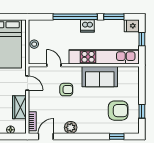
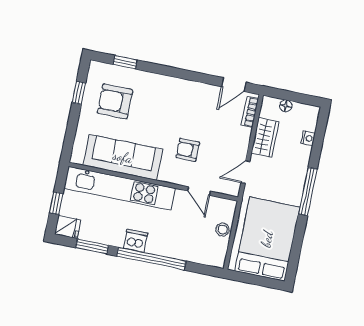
sofa: (100, 77) -> (123, 157), width x1.36
door: (27, 83) -> (245, 172), hinge flipped
plant: (71, 127) -> (193, 90), removed

